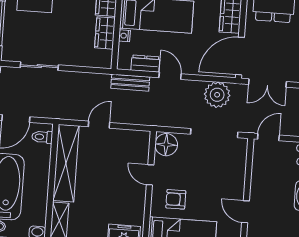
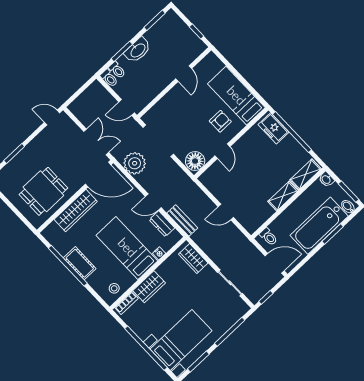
wardrobe: (105, 33) -> (193, 258), moved, turned 90
door: (170, 76) -> (153, 202), hinge flipped
shelving: (66, 163) -> (283, 196), width x0.45, depth x0.75
armchair: (176, 199) -> (220, 121), turned -90

